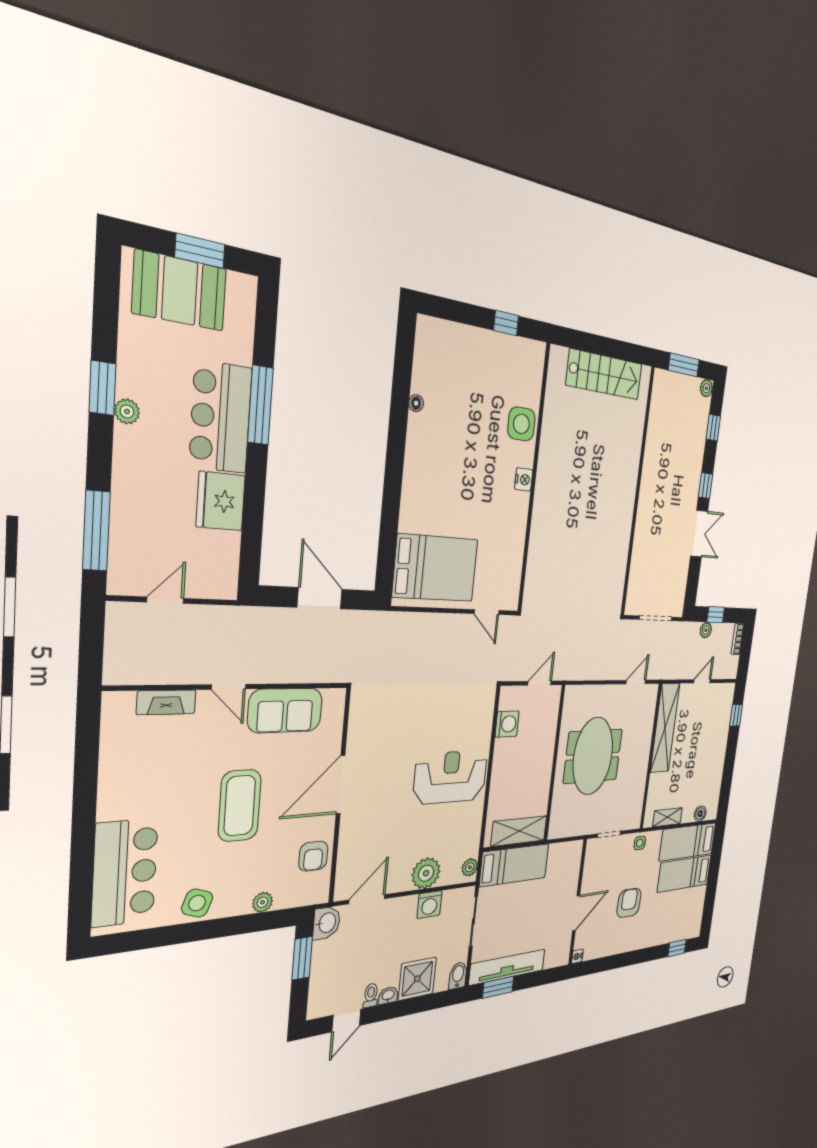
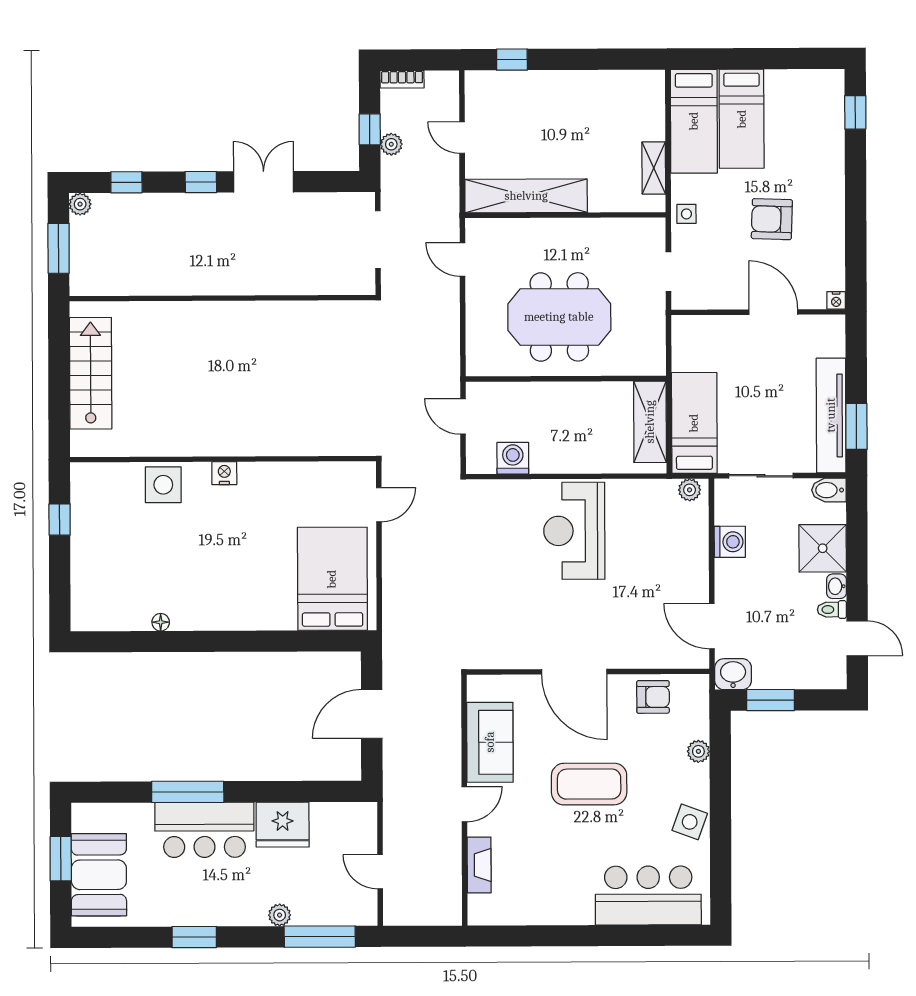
plant: (127, 411) -> (280, 915), moved
boiler: (700, 814) -> (654, 104), removed
plant: (426, 873) -> (690, 551), removed

